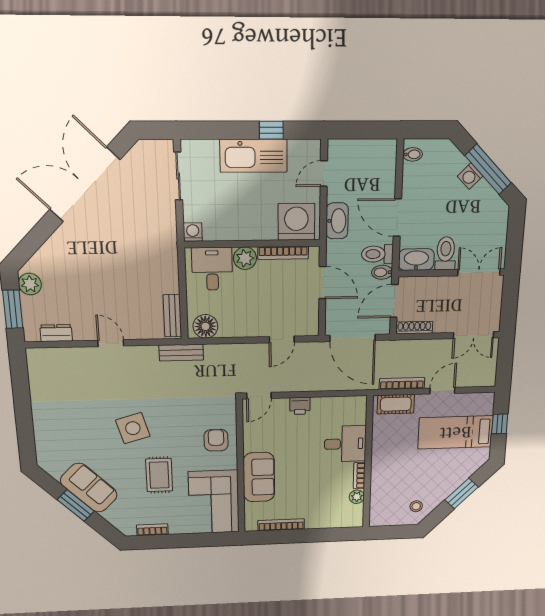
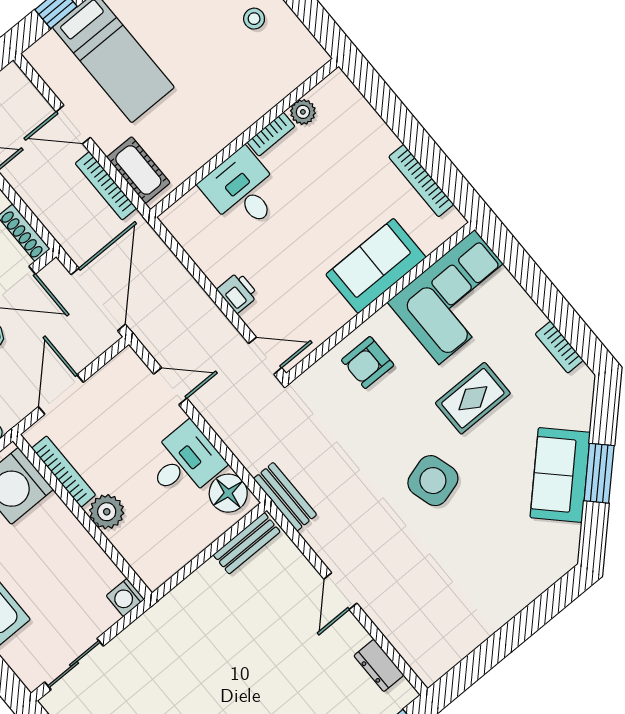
desk: (212, 269) -> (184, 462), moved, turned 180

